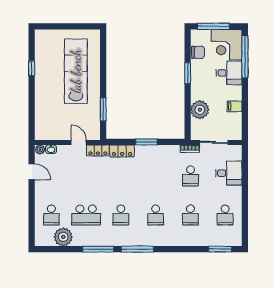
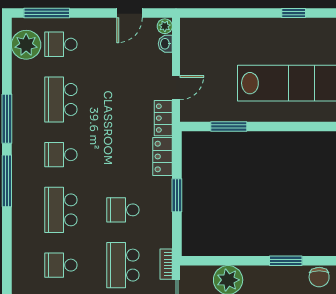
school desk: (156, 176) -> (123, 210), added
school desk: (190, 176) -> (123, 265), width x1.85
school desk: (156, 215) -> (61, 210), width x1.85
window: (32, 224) -> (47, 13), added
plant: (63, 237) -> (26, 45), moved

